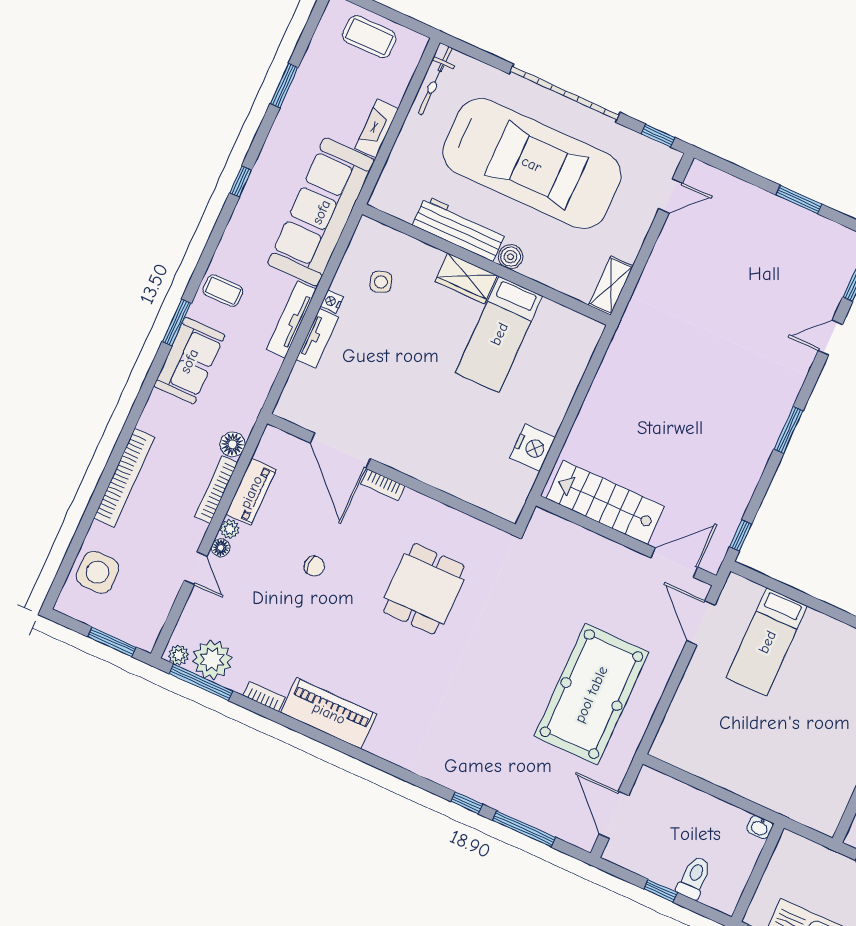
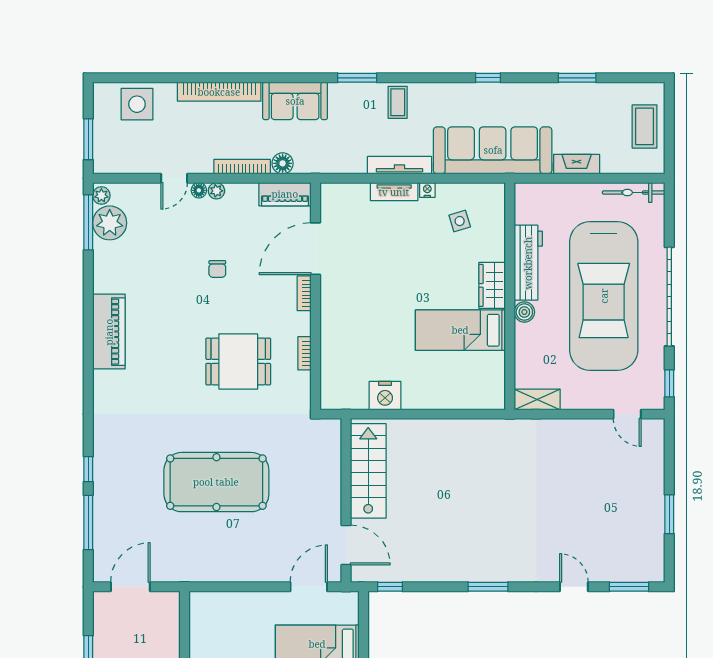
sofa: (189, 361) -> (295, 101), moved
piano: (251, 492) -> (285, 194), moved
pool table: (591, 694) -> (216, 482), moved
bookcase: (264, 697) -> (304, 353), moved, turned 180

